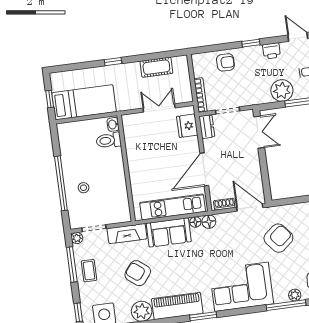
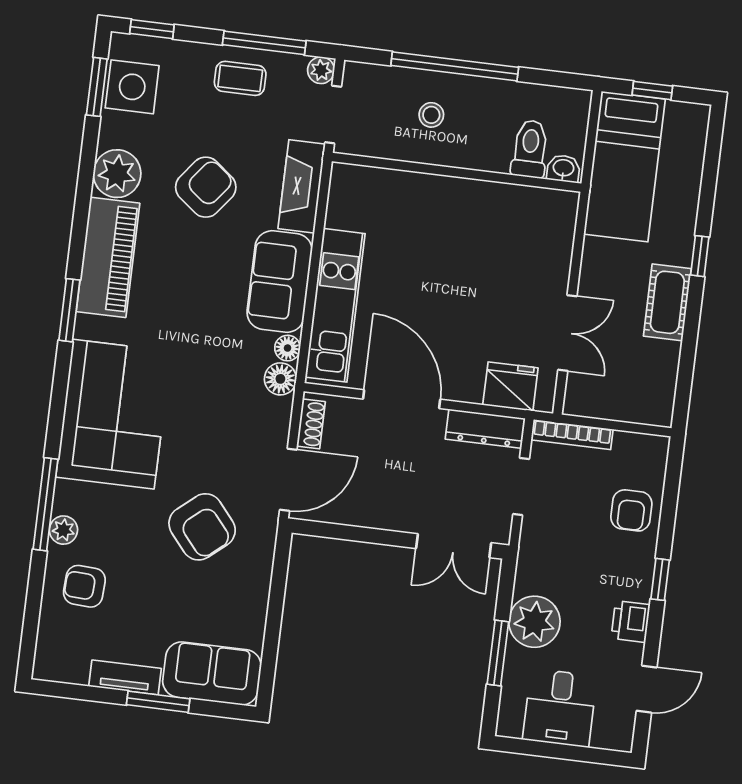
cot: (156, 67) -> (667, 302), moved
washbasin: (113, 124) -> (563, 168), moved
dresser: (207, 127) -> (485, 429), width x1.44
toilet: (109, 140) -> (530, 149), moved
wall: (126, 168) -> (457, 172), moved

